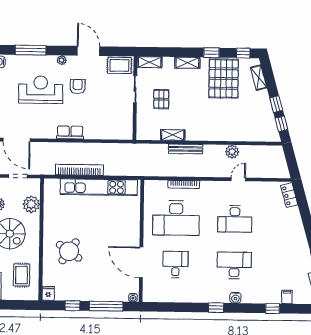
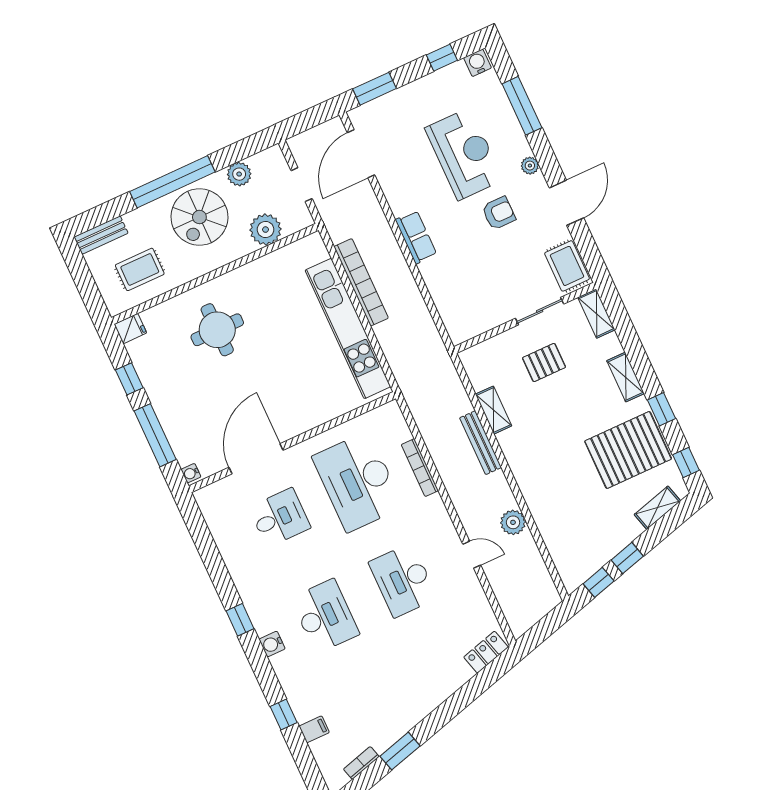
round table: (69, 251) -> (217, 330), turned -35

